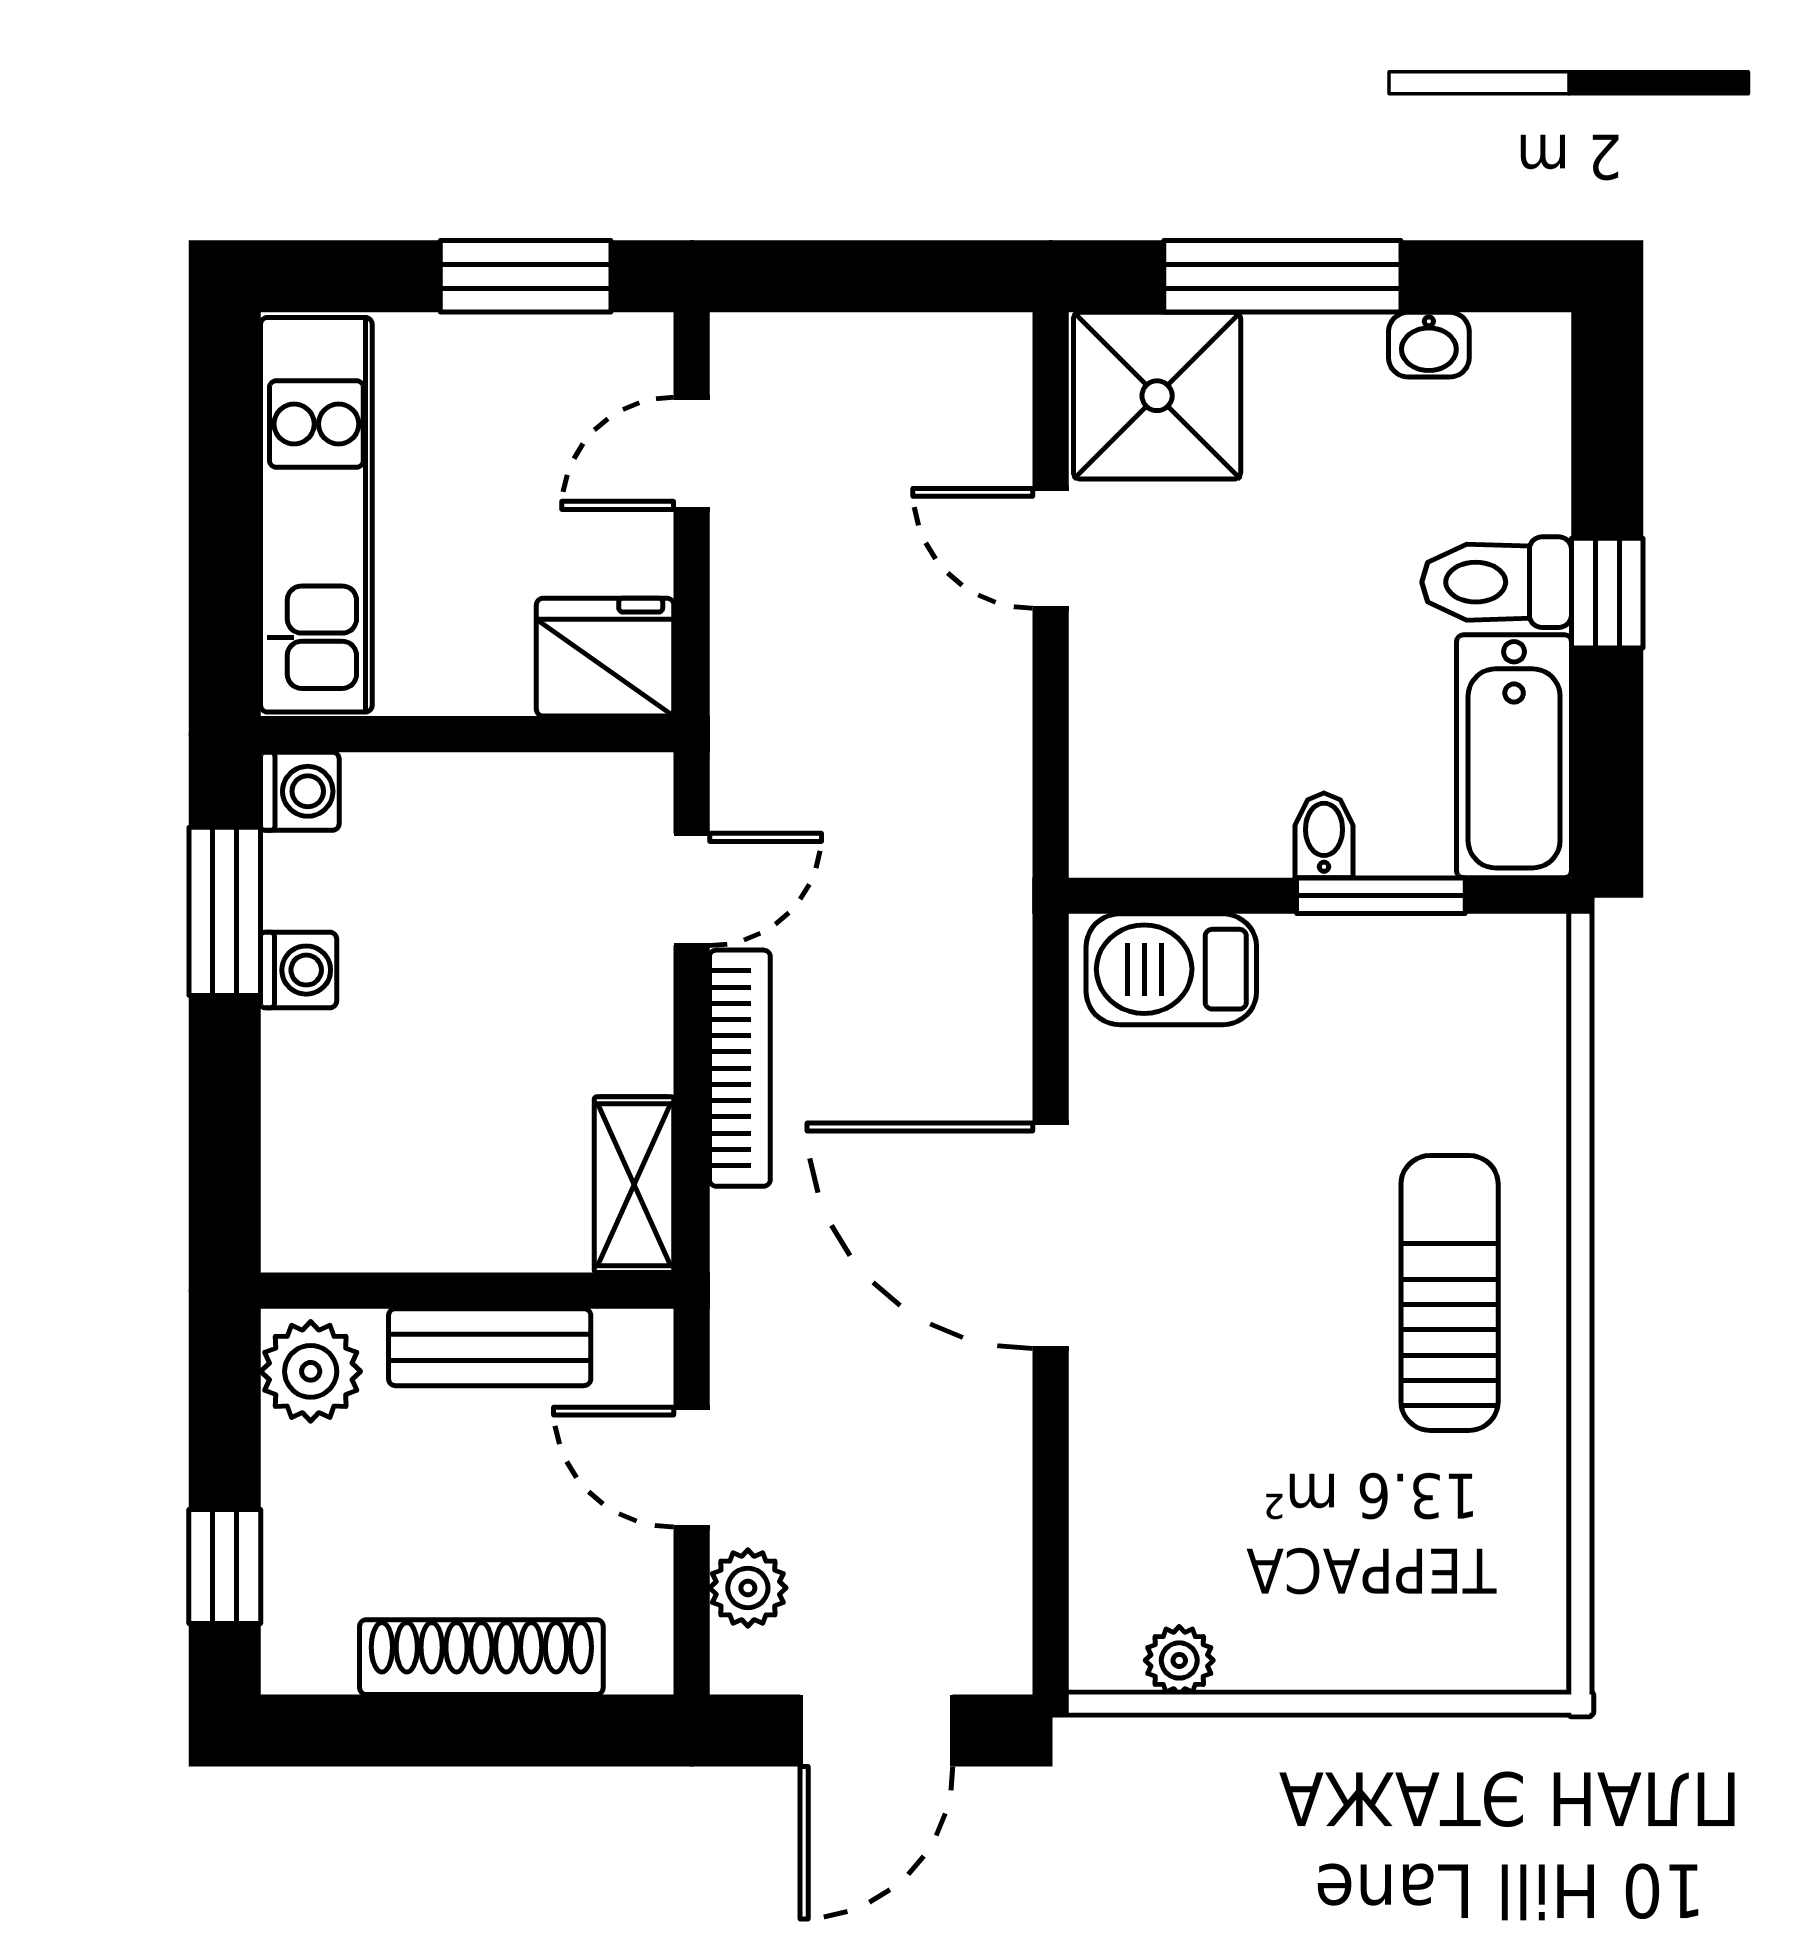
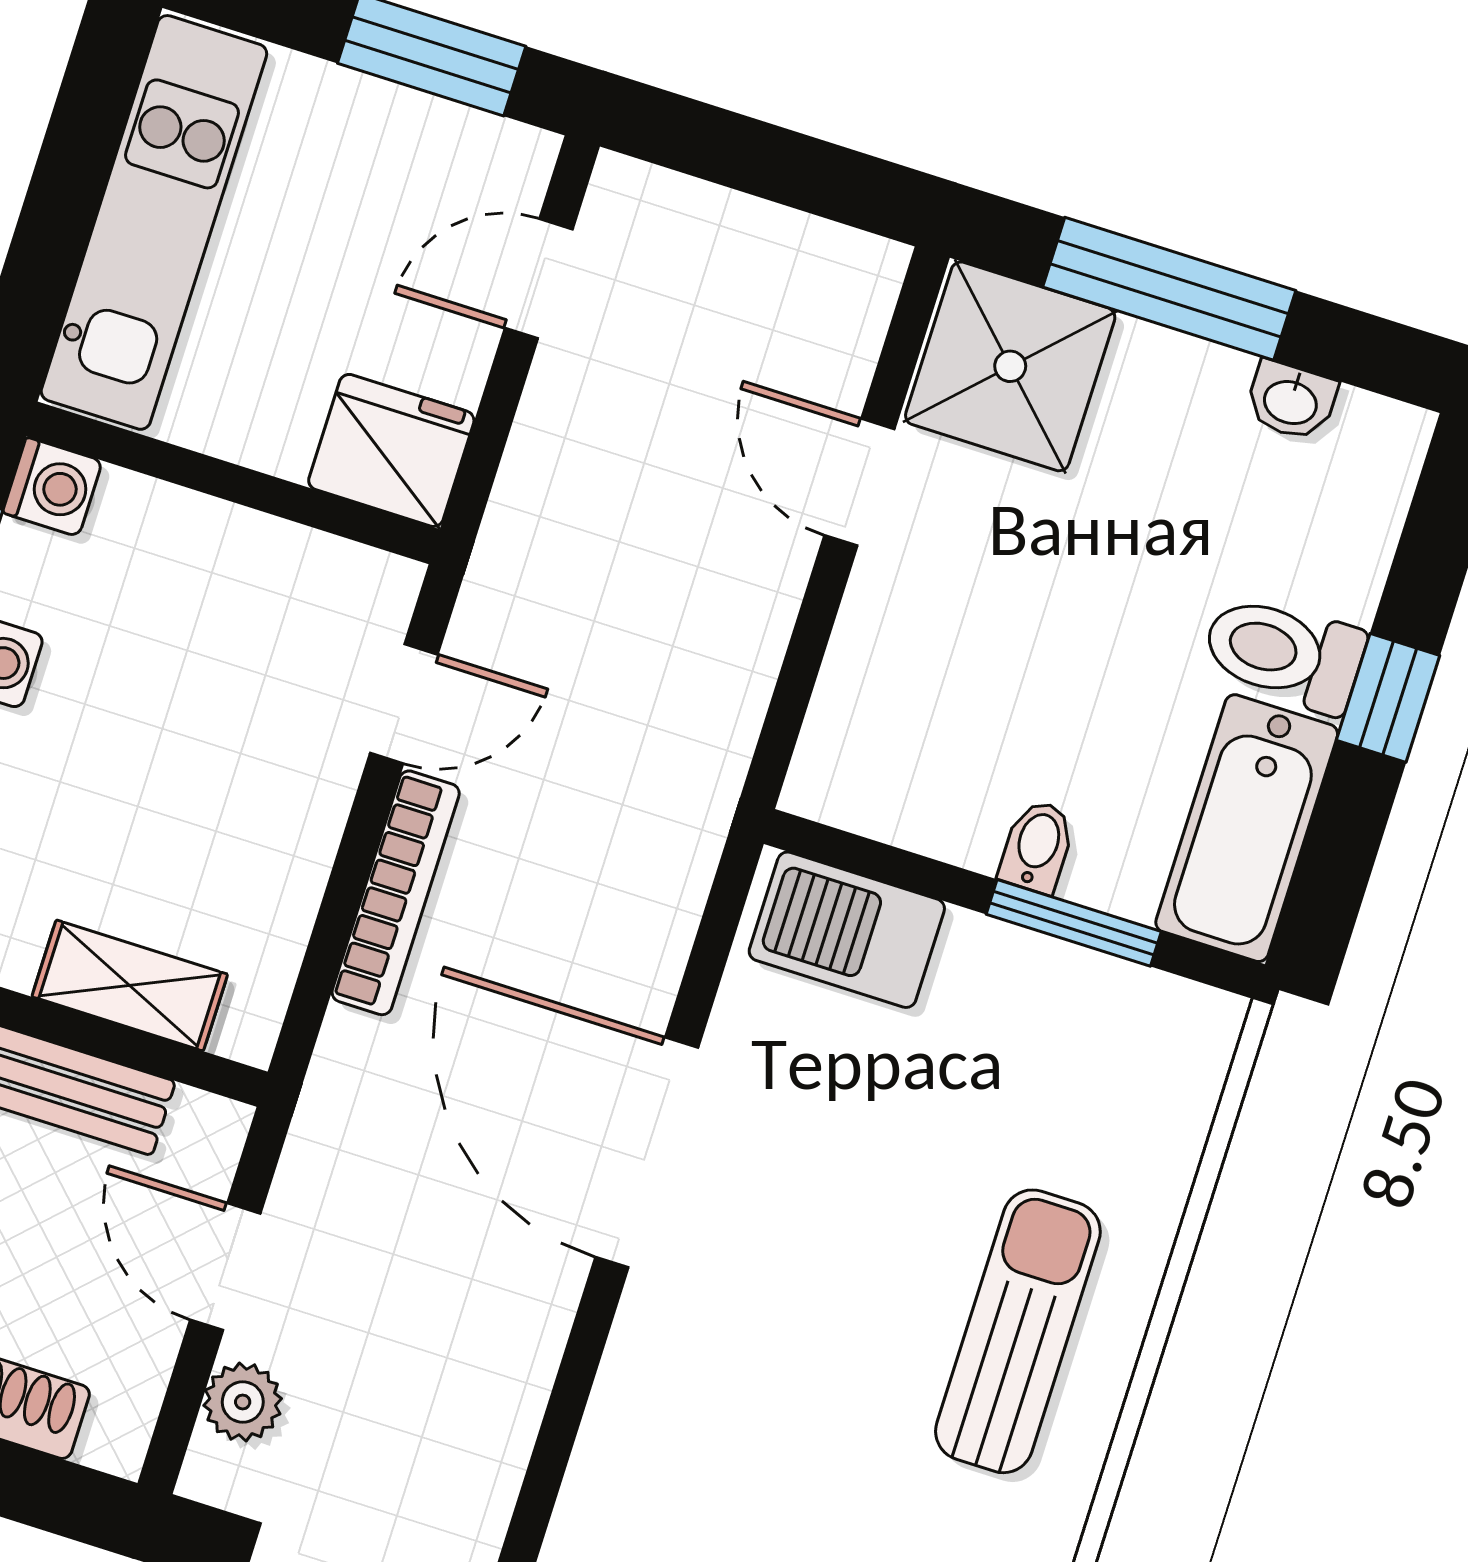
shelving: (634, 1185) -> (130, 985), moved, turned 90

